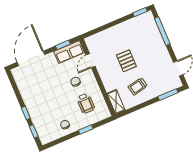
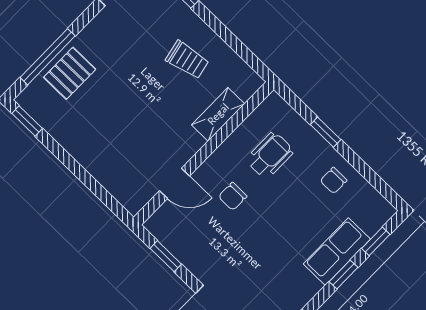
row of seats: (69, 52) -> (337, 252), moved, turned -90
pallet: (126, 61) -> (70, 73), moved
shelving: (116, 102) -> (218, 114), moved

